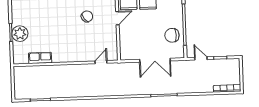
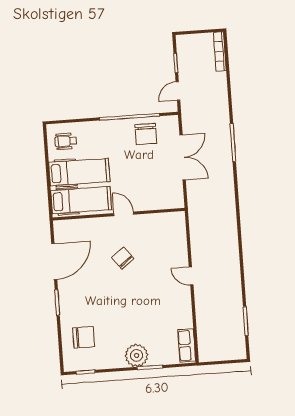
plant: (20, 34) -> (137, 355), moved
row of seats: (40, 58) -> (187, 345), moved
door: (101, 62) -> (191, 276), moved

